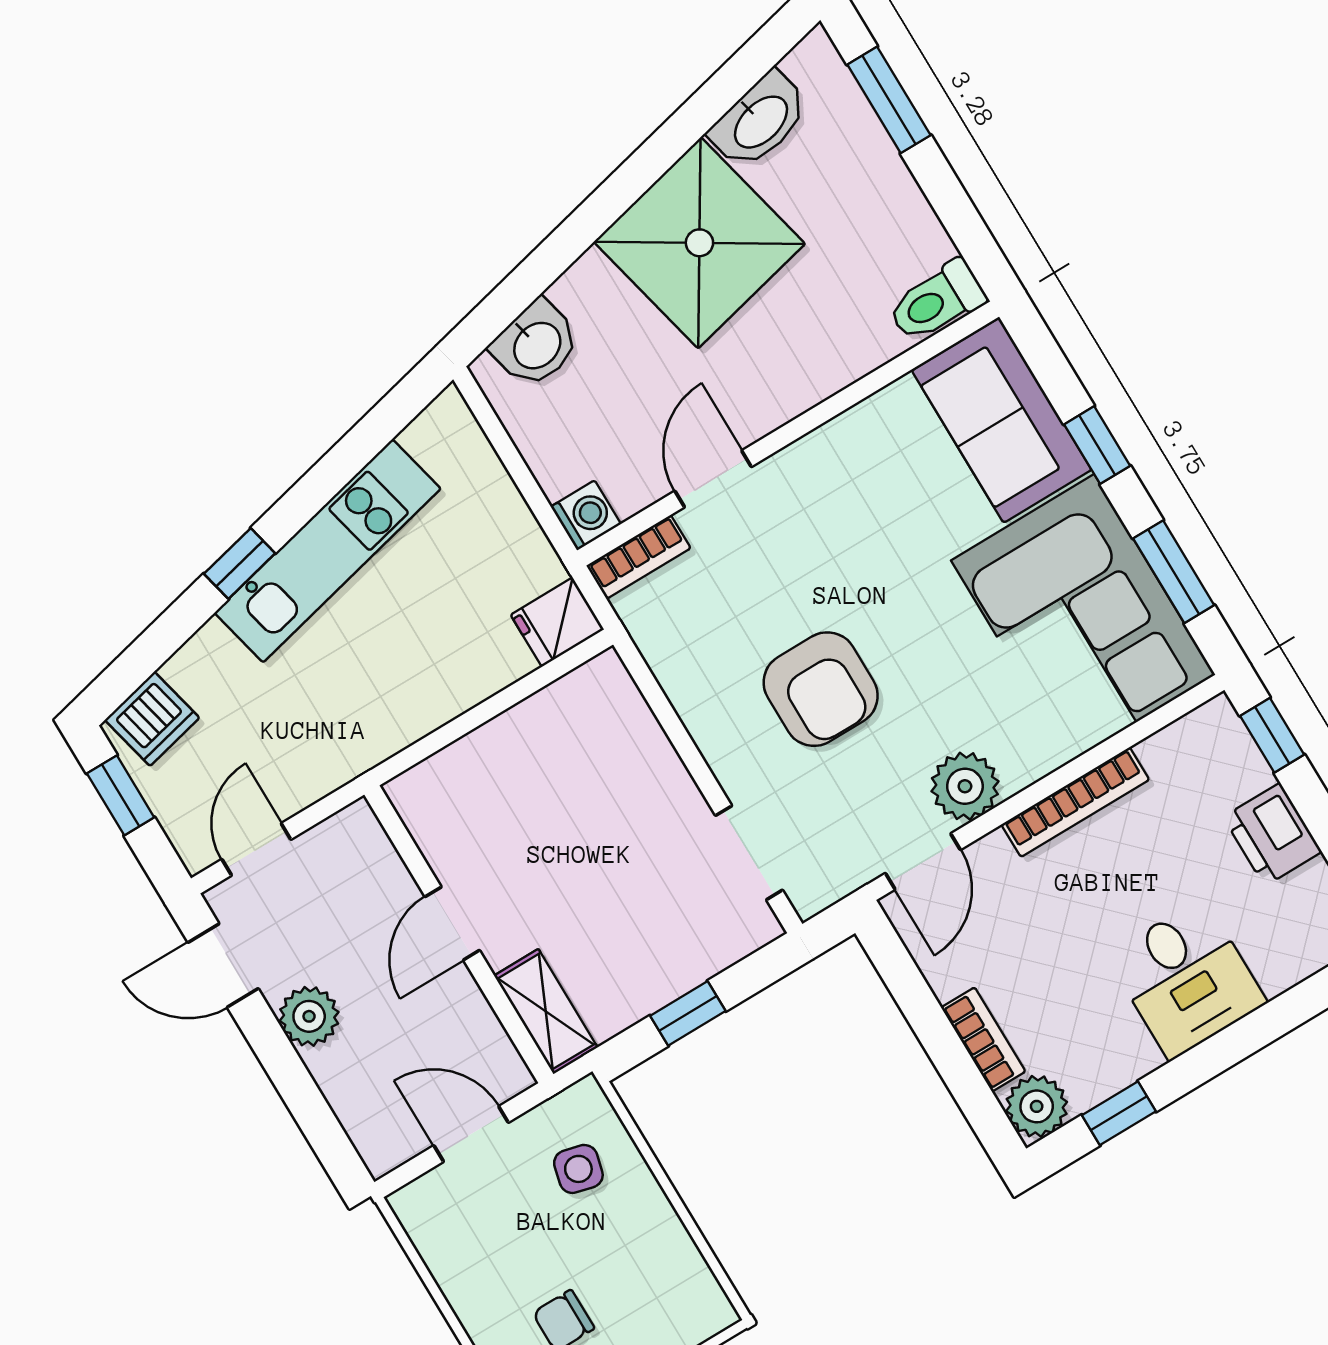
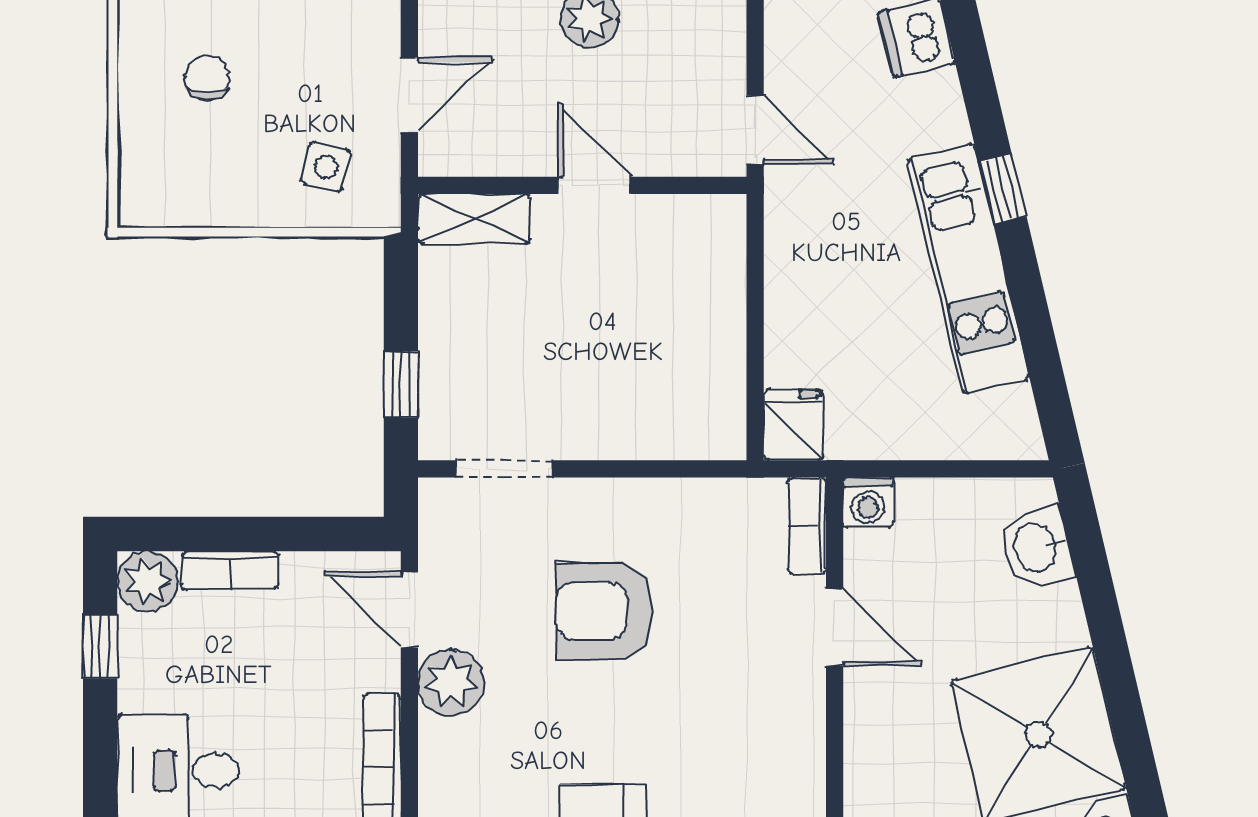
door: (256, 849) -> (755, 130), moved
window: (688, 1013) -> (401, 384), moved

